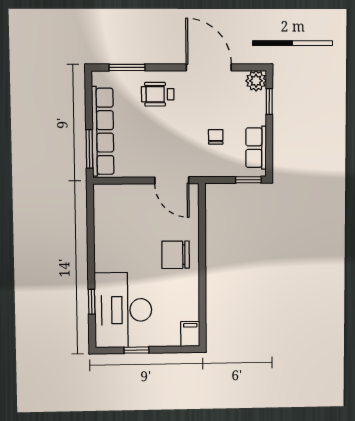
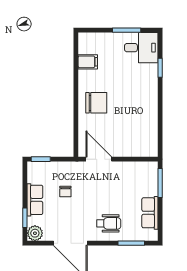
row of seats: (103, 131) -> (150, 213), width x0.50
row of seats: (256, 148) -> (35, 200), moved
desk: (123, 310) -> (141, 48), width x0.53, depth x0.77
filing cabinet: (190, 334) -> (88, 62), moved, turned -90
window: (136, 350) -> (127, 30), width x1.50

